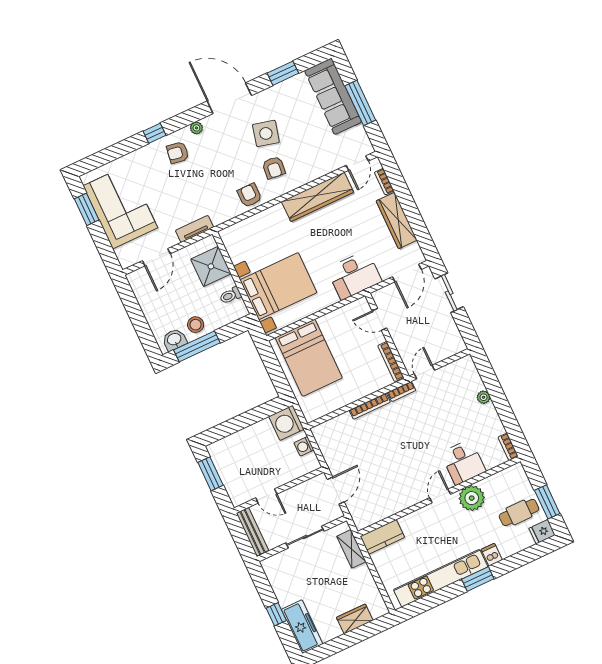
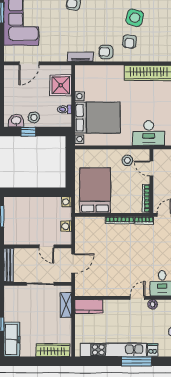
armchair: (250, 195) -> (106, 52), turned -90
tv unit: (195, 229) -> (80, 57), moved
stool: (343, 323) -> (127, 160), added
window: (197, 346) -> (28, 132), width x0.46
bed: (309, 358) -> (95, 190), moved, turned 180
washing machine: (286, 423) -> (67, 202), width x0.53, depth x0.53
door: (266, 496) -> (46, 246), moved
plant: (472, 498) -> (153, 304), width x0.53, depth x0.53
window: (478, 579) -> (137, 361), width x1.44
wardrobe: (355, 619) -> (53, 350), width x1.50

